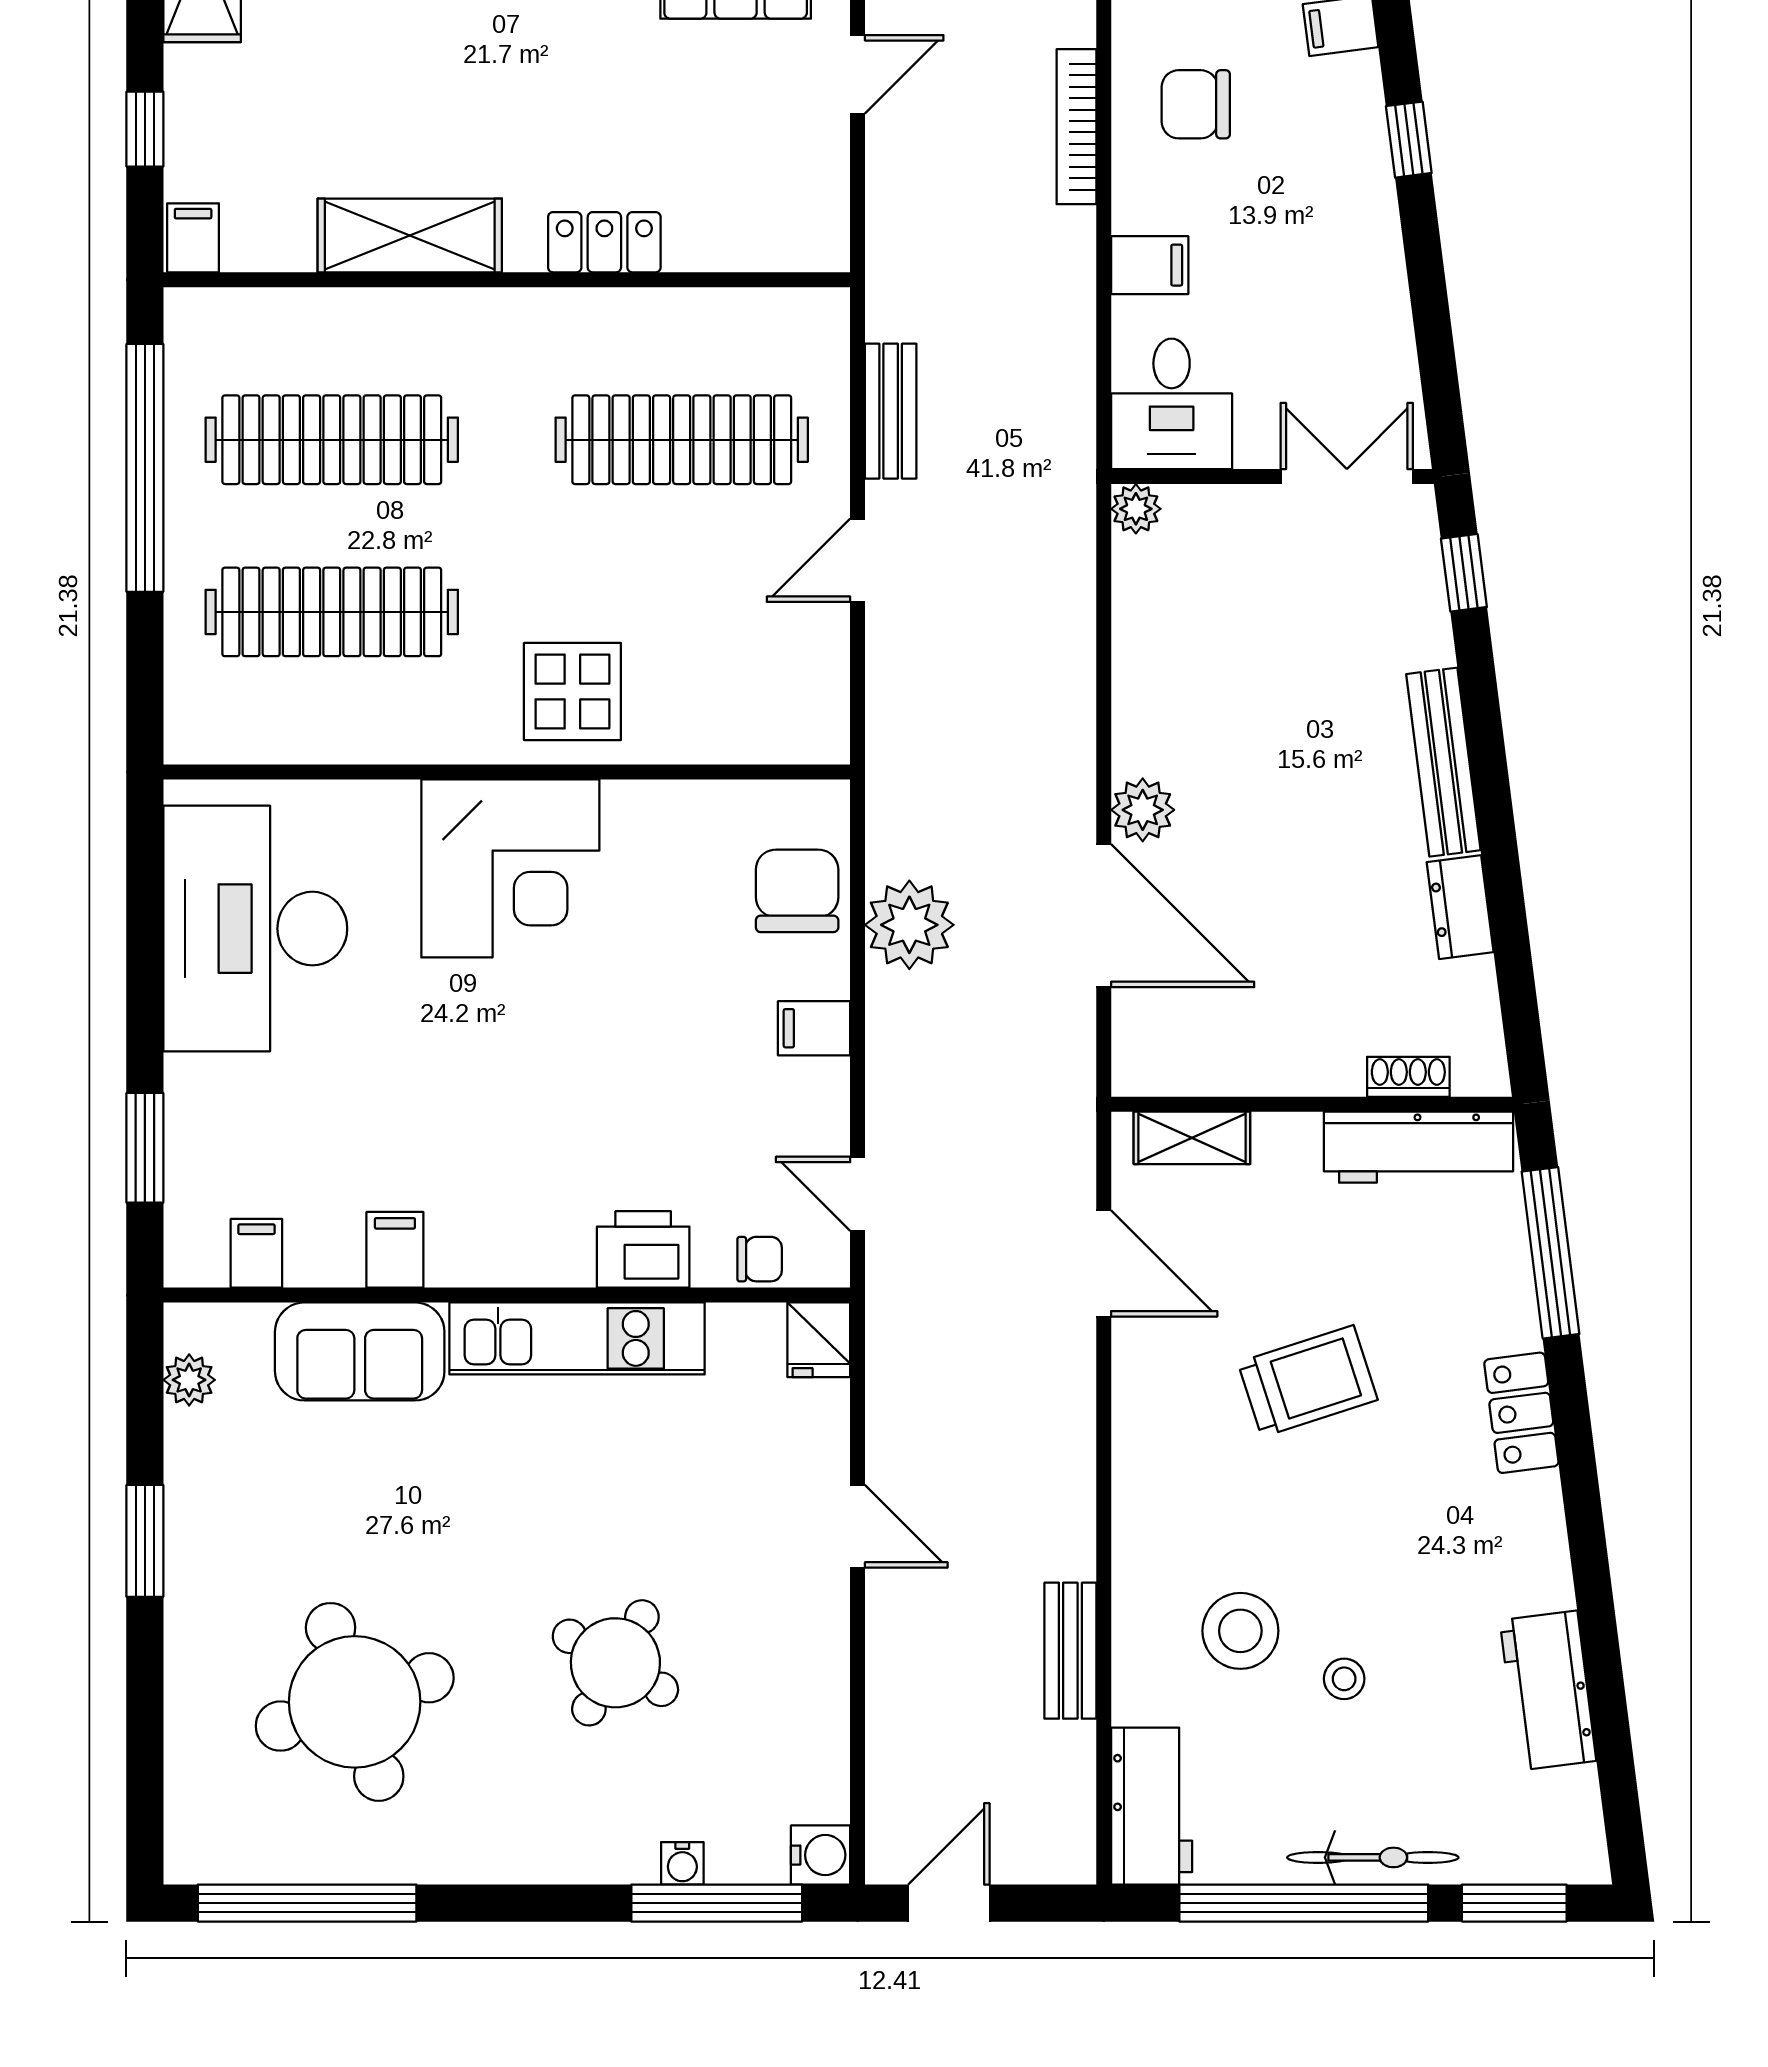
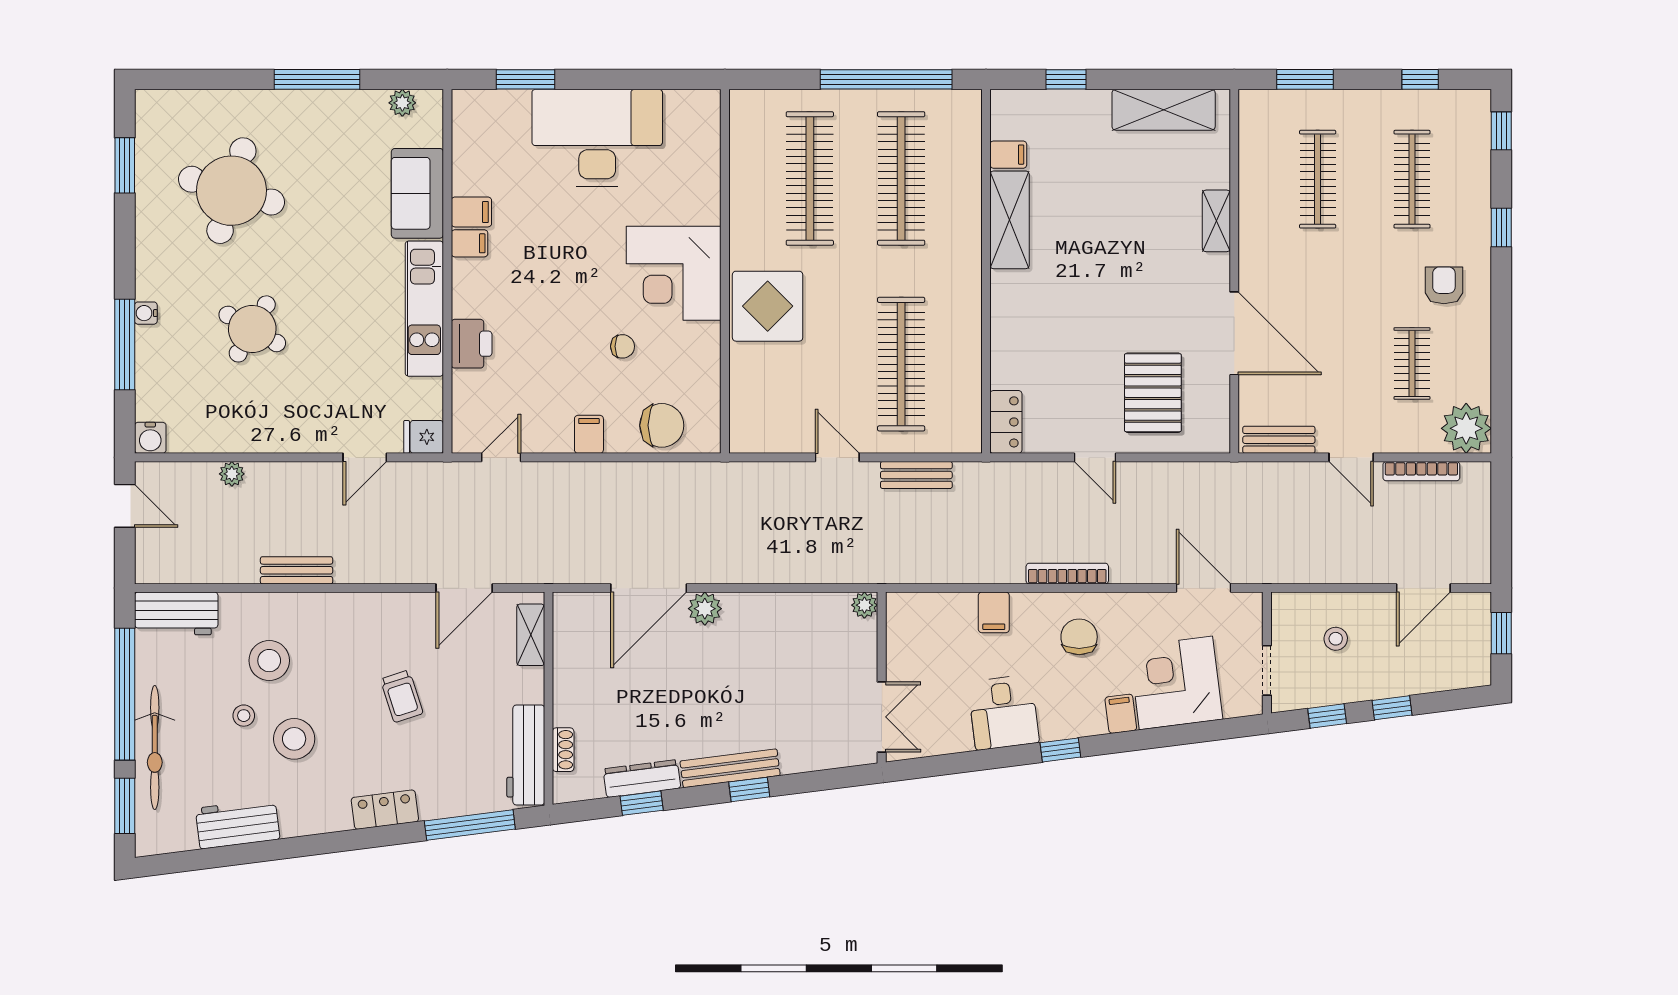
filing cabinet: (193, 238) -> (1008, 155), moved
locker: (604, 242) -> (1006, 422), moved
desk: (1172, 404) -> (1003, 712), moved, turned -97
window: (1464, 573) -> (749, 789), moved
display table: (572, 691) -> (768, 306), width x1.36, depth x1.36
dresser: (1460, 907) -> (642, 779), width x1.44
plant: (909, 925) -> (232, 474), moved, width x0.53, depth x0.53
desk: (255, 929) -> (597, 138), moved
window: (1509, 929) -> (642, 803), added
filing cabinet: (256, 1253) -> (470, 243), moved
chair: (760, 1259) -> (623, 346), moved, turned -90
trolley: (1308, 1381) -> (402, 696), width x0.73, depth x0.72
door: (858, 1526) -> (365, 457), moved
window: (145, 1541) -> (317, 79), width x1.44
stool: (1388, 1584) -> (294, 739), added
bench: (1070, 1651) -> (297, 570), moved
round table: (355, 1702) -> (231, 191), turned 34
bicycle: (1373, 1857) -> (155, 747), width x1.37, depth x1.40
water cooler: (682, 1863) -> (146, 313), moved
window: (307, 1903) -> (125, 165), width x0.47
window: (717, 1903) -> (125, 344), moved

